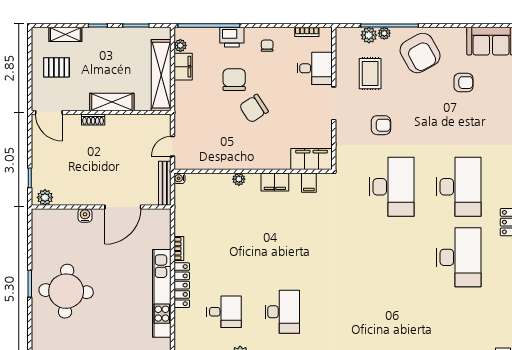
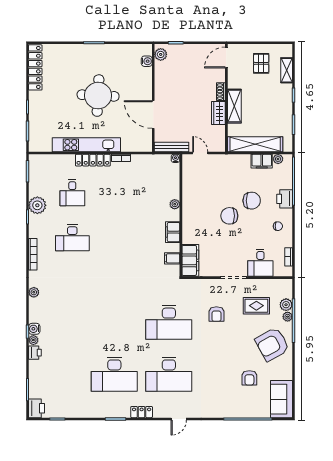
chair: (254, 109) -> (229, 216), turned -57
wardrobe: (121, 123) -> (218, 113), added
water cooler: (85, 215) -> (147, 61), moved
round table: (66, 291) -> (98, 96), moved

